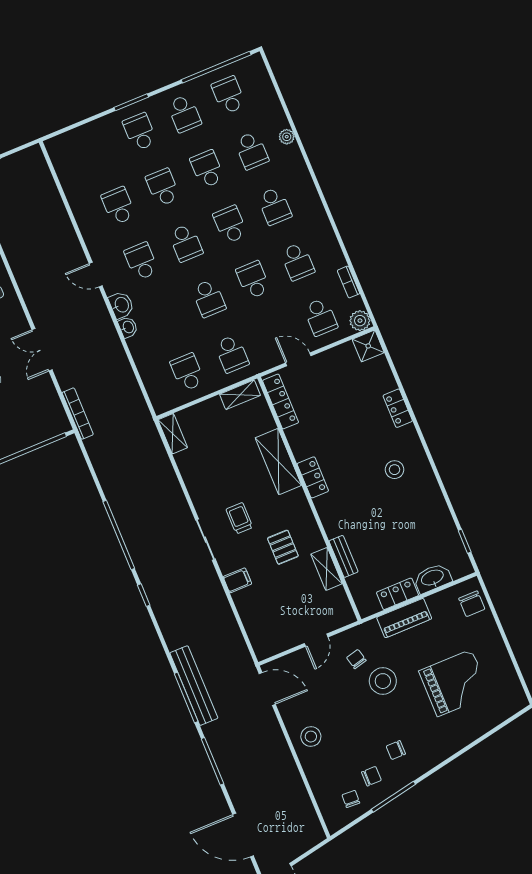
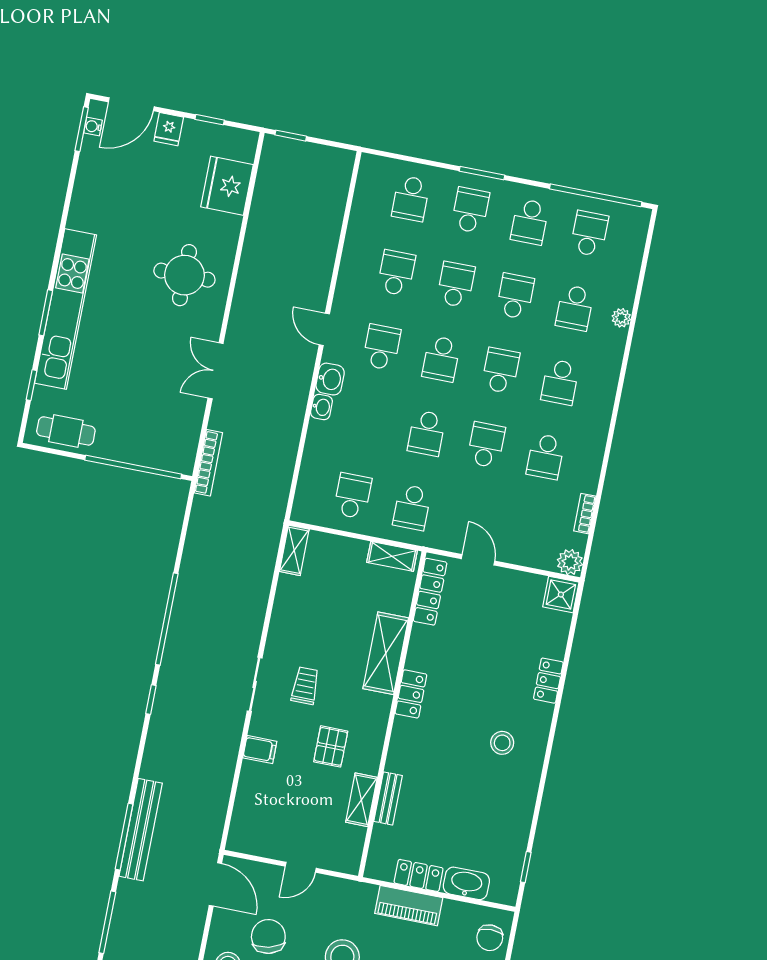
school desk: (320, 317) -> (411, 199), moved
chair: (356, 659) -> (268, 936), moved, width x1.87, depth x1.87

